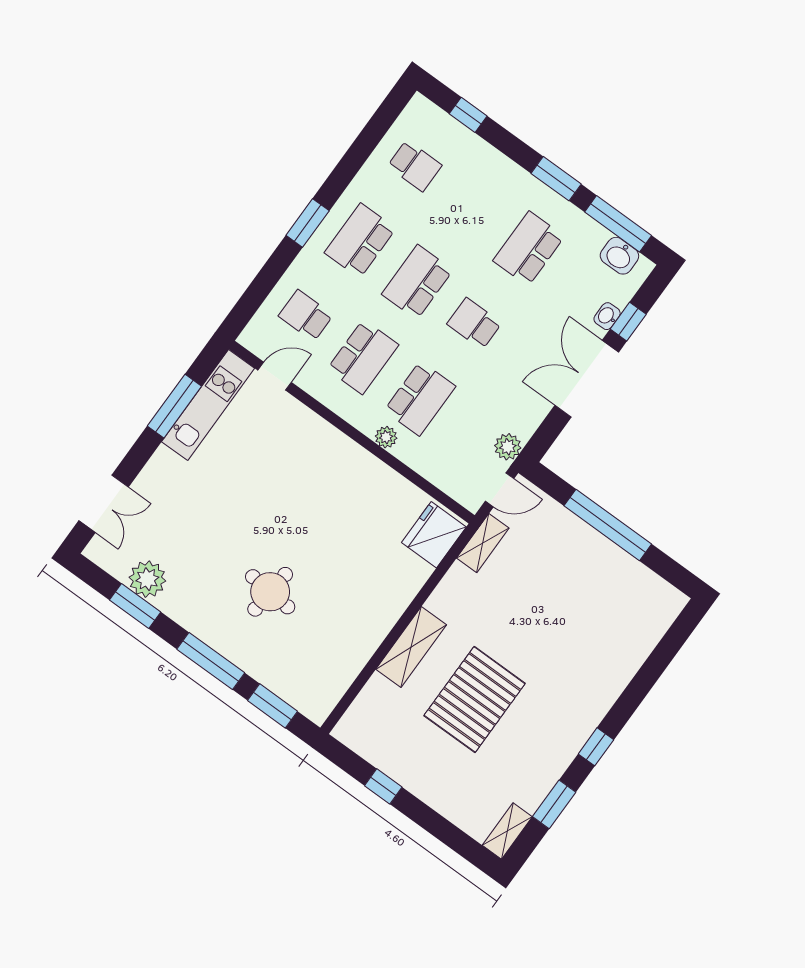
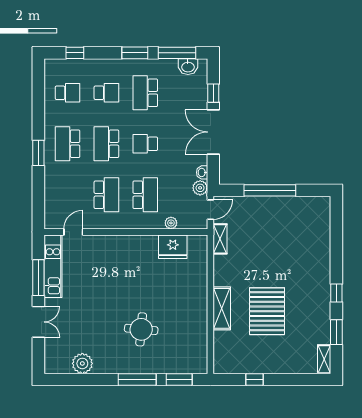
school desk: (306, 316) -> (106, 93), moved, turned 180
washbasin: (607, 316) -> (202, 172), moved
plant: (386, 437) -> (171, 223), moved
double door: (104, 504) -> (38, 322), moved
fridge: (434, 535) -> (173, 247), moved, turned -90
window: (135, 606) -> (86, 379), removed

